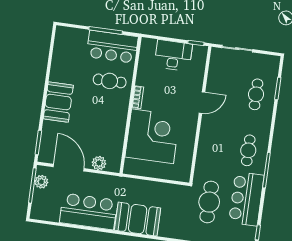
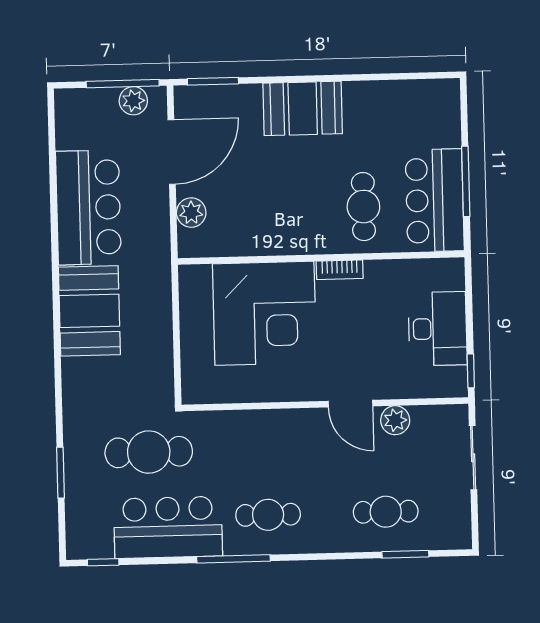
plant: (213, 83) -> (395, 420), added

